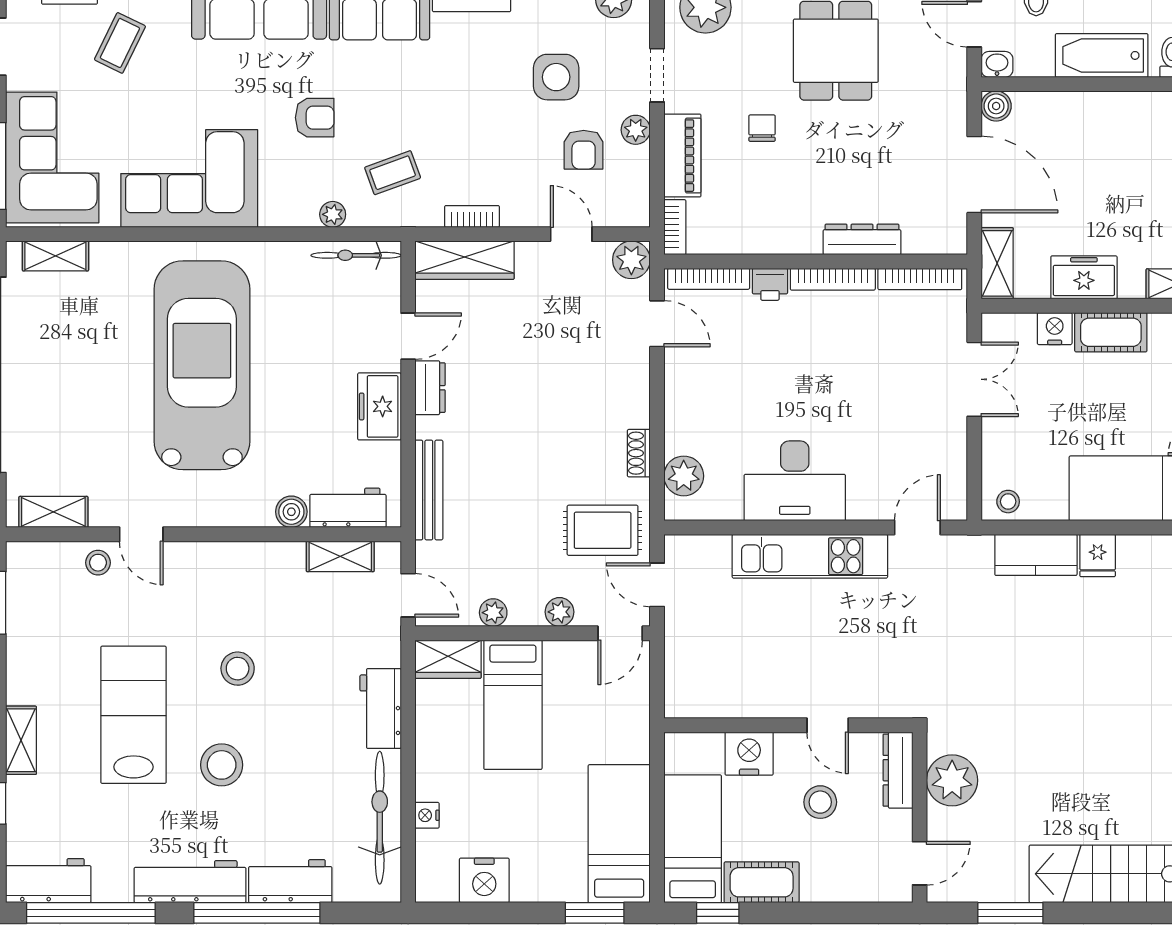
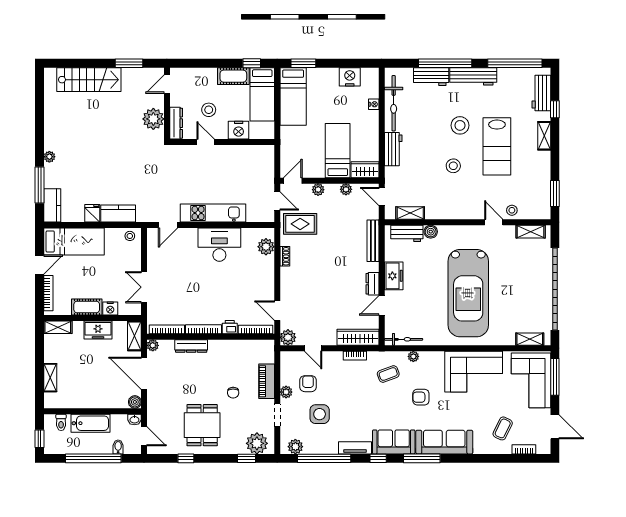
bookcase: (675, 227) -> (270, 351), removed
plant: (954, 241) -> (153, 345), added
workbench: (48, 881) -> (541, 93), moved, turned 90

